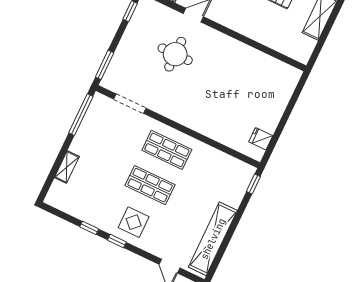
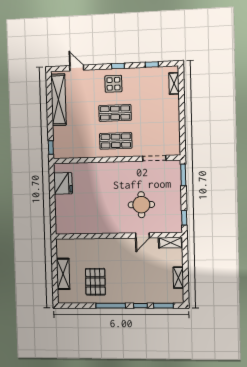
window: (81, 115) -> (182, 135), removed
fridge: (261, 139) -> (63, 183), width x1.88, depth x1.34
shelving: (67, 167) -> (174, 83), moved
window: (89, 228) -> (152, 64), moved

